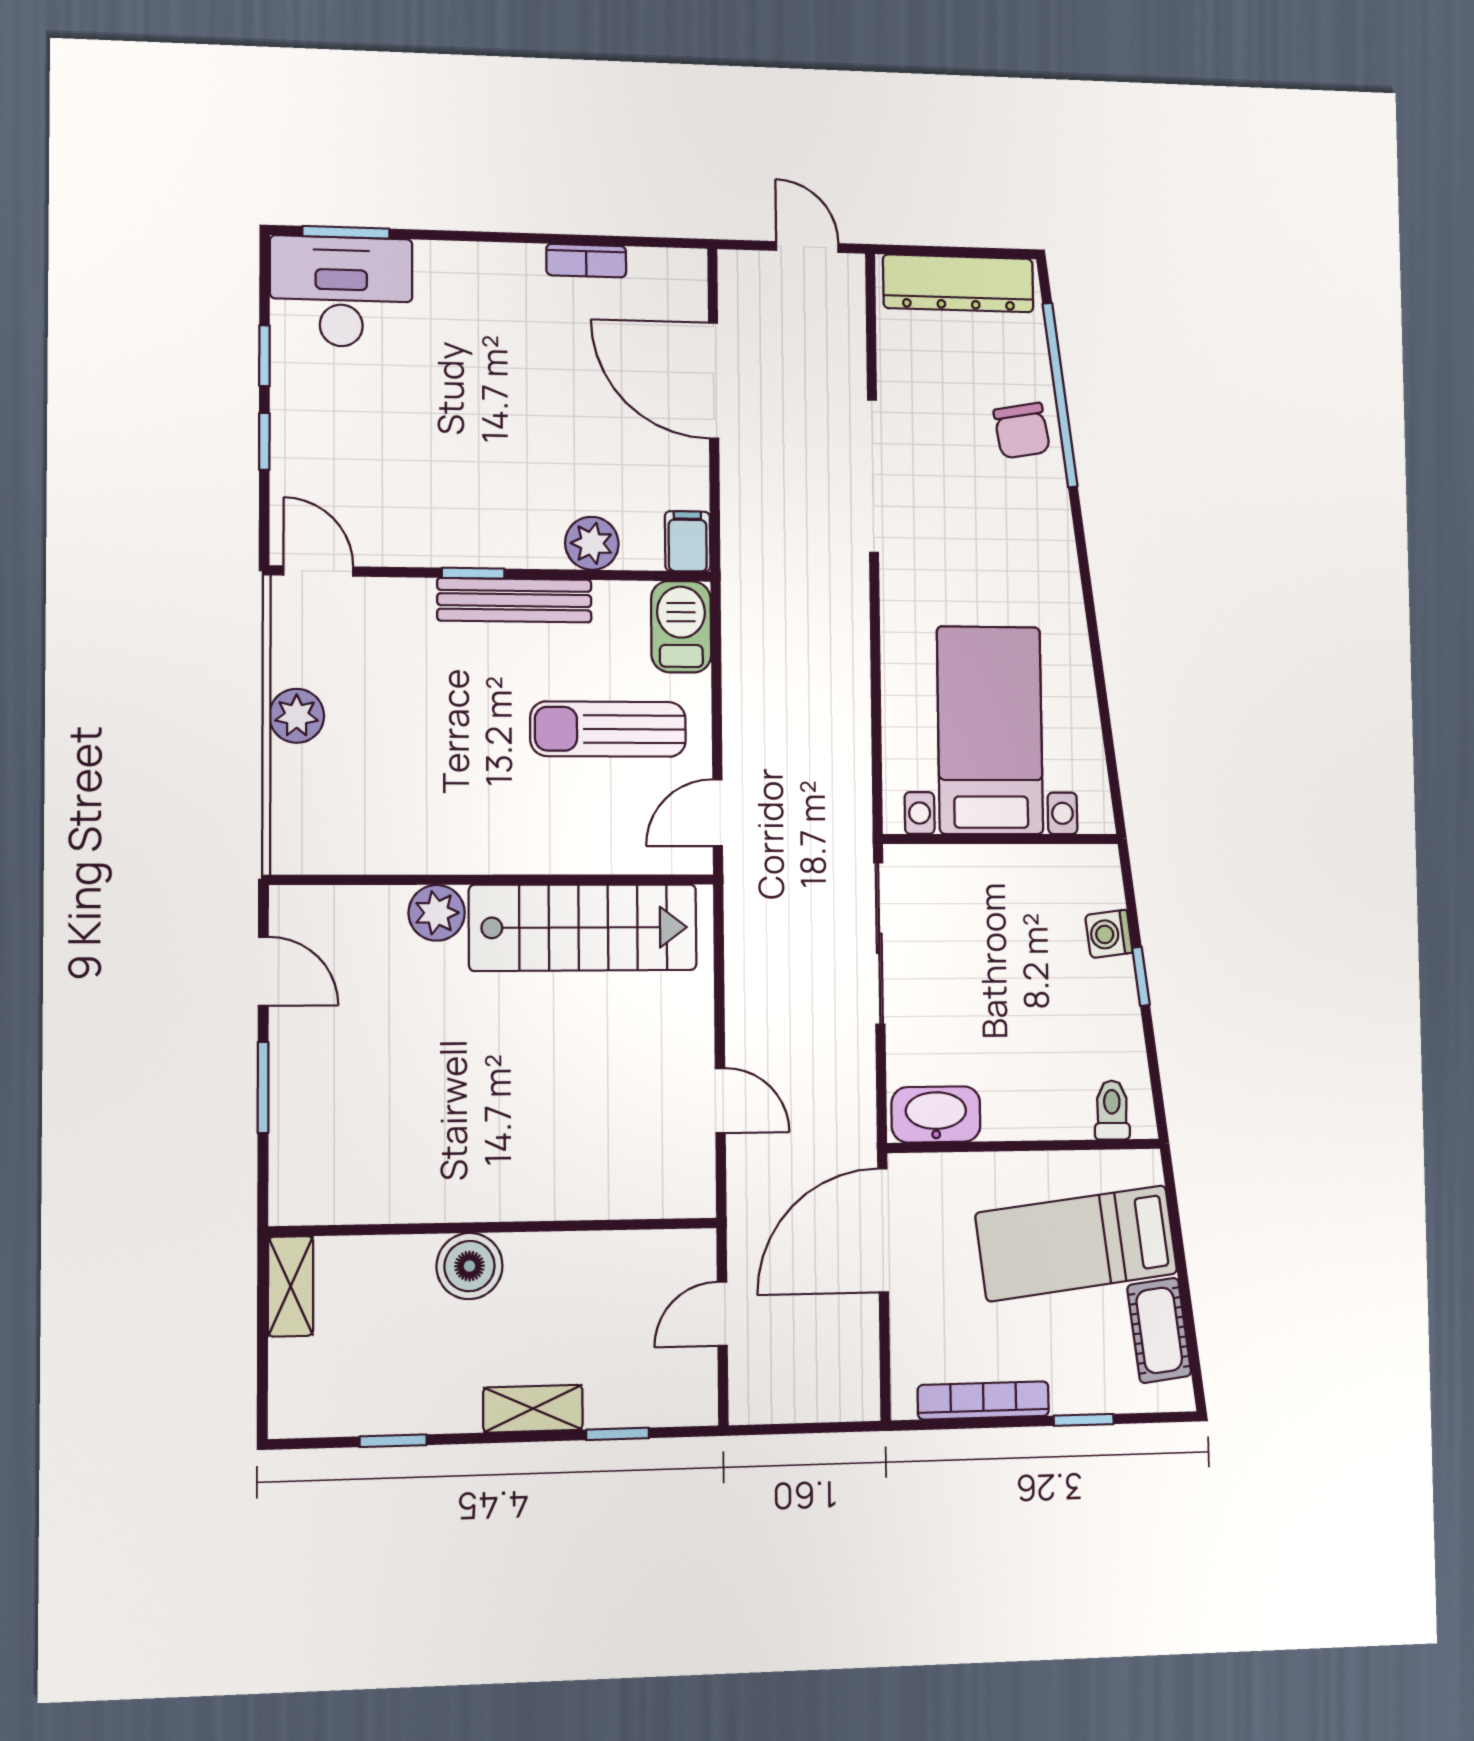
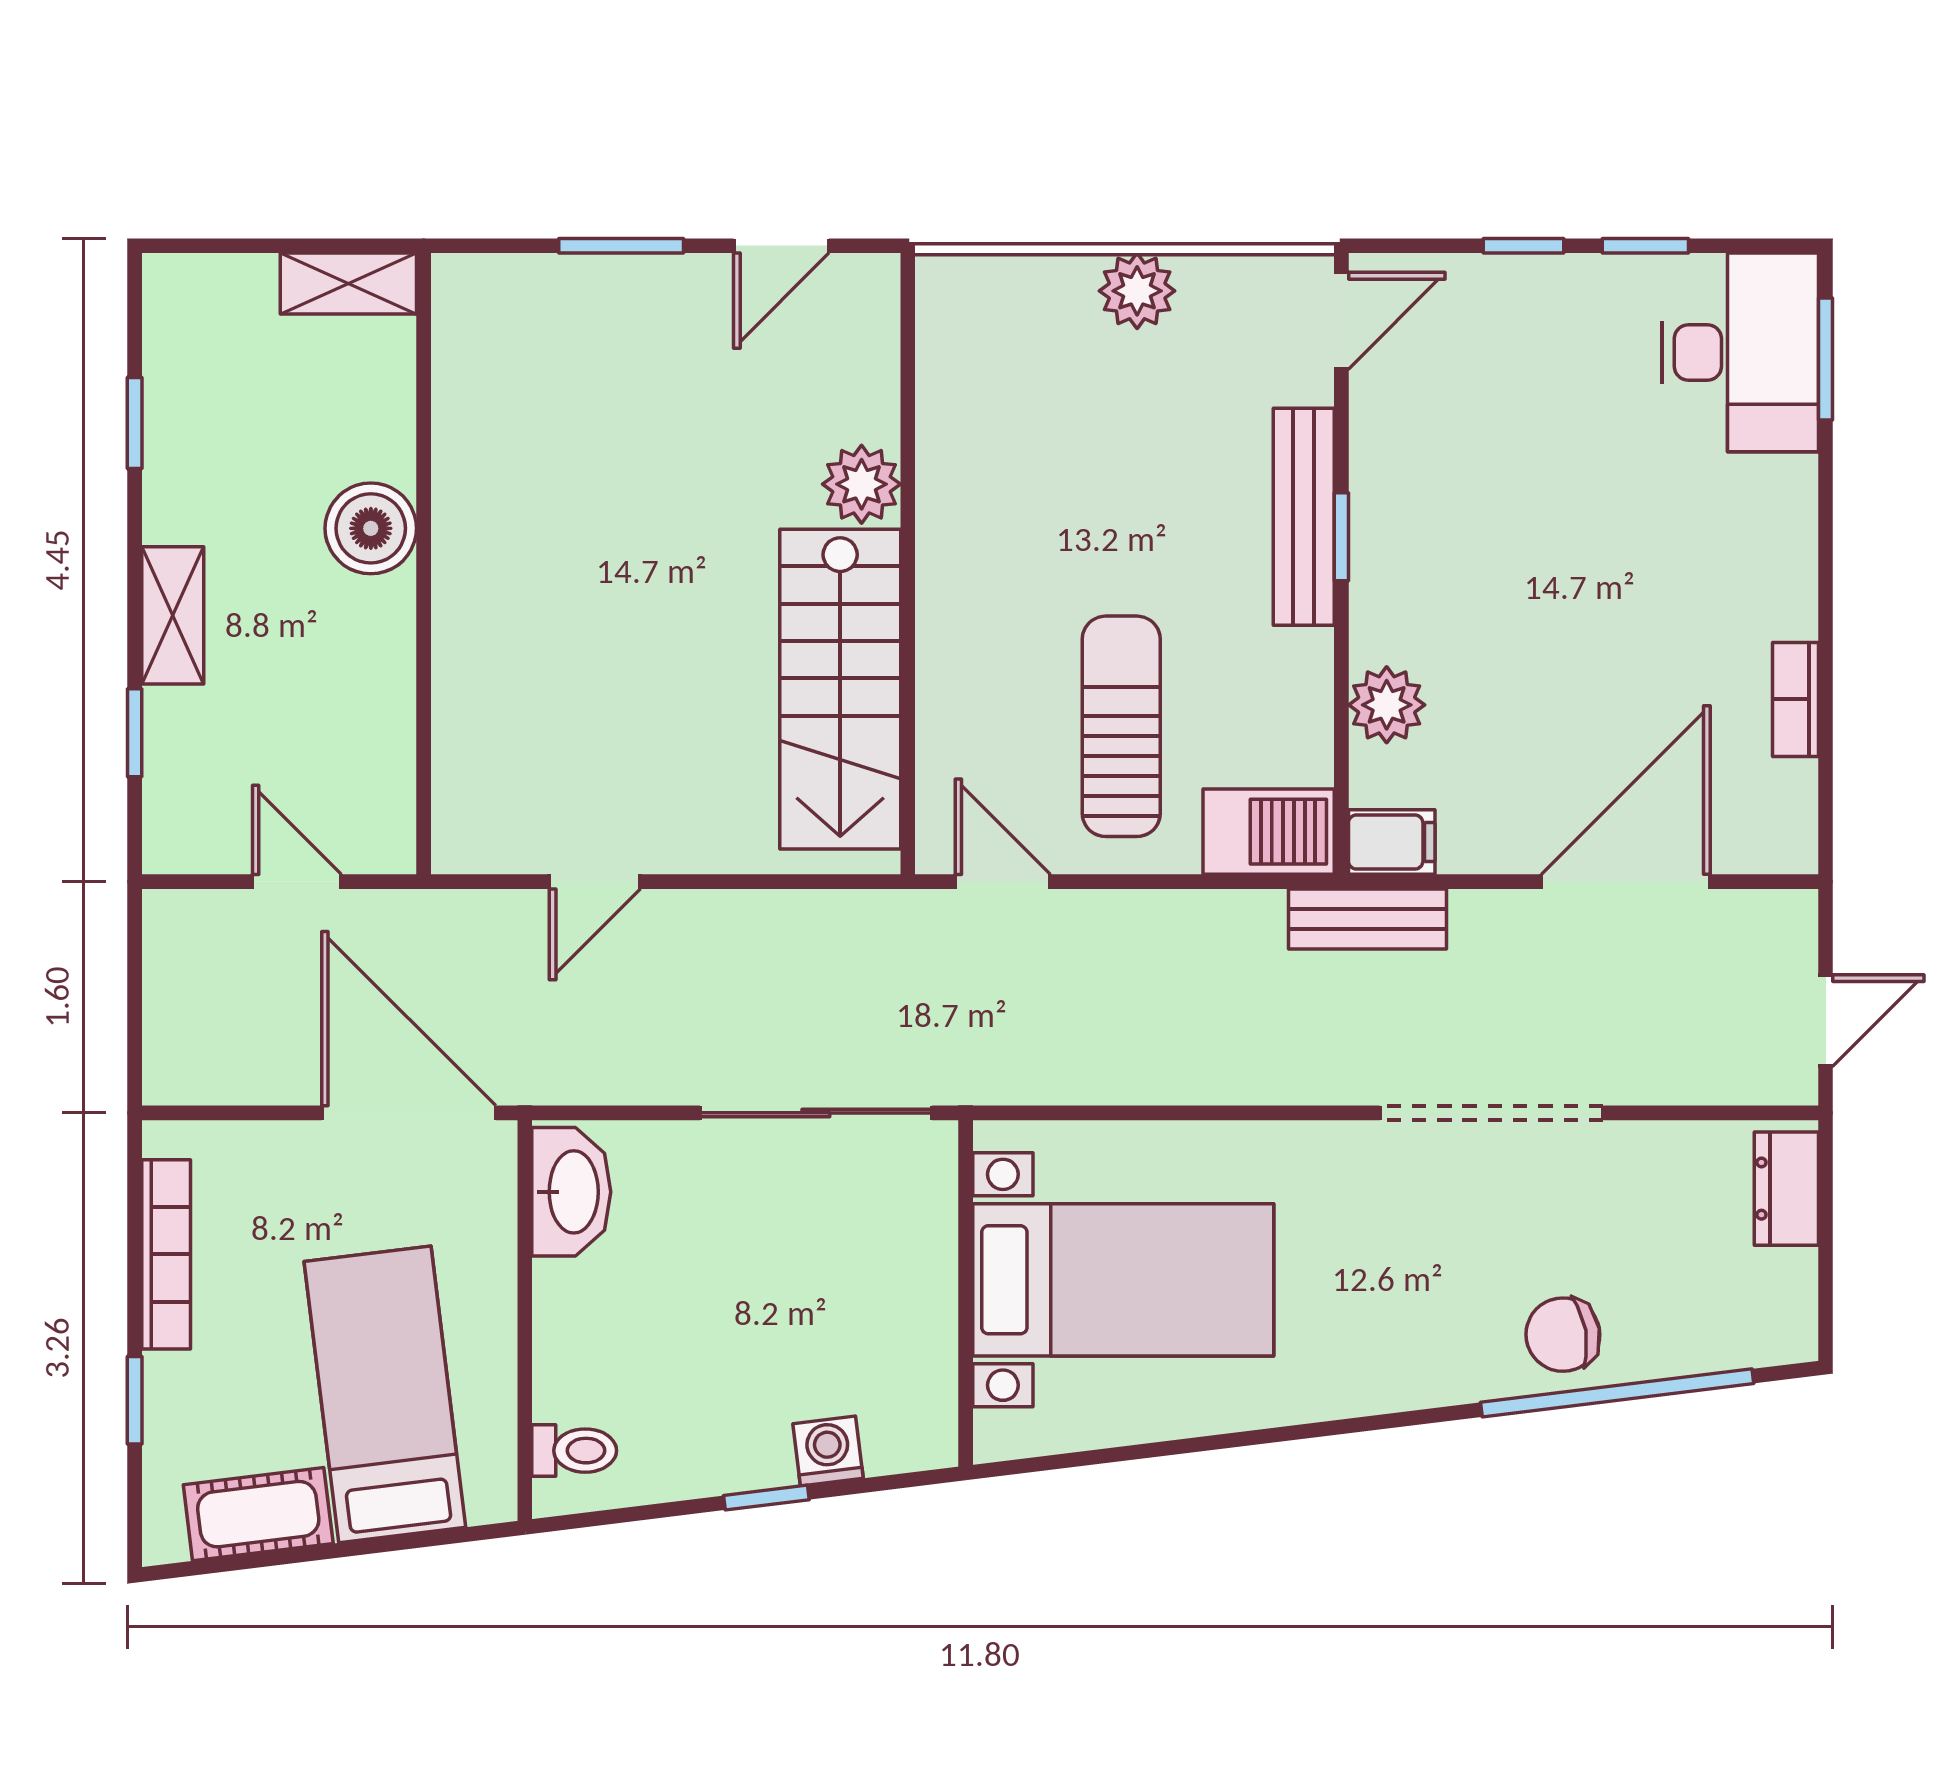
dresser: (958, 283) -> (1786, 1189), width x0.51, depth x0.80
bench: (741, 559) -> (1368, 919), added
bench: (514, 600) -> (1304, 517), moved

